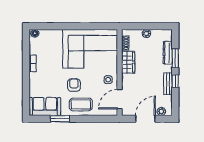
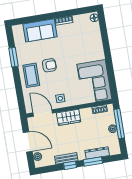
window: (142, 26) -> (119, 124), added
corner sofa: (90, 49) -> (94, 82), width x0.73, depth x0.74
wardrobe: (128, 62) -> (69, 117), moved
sofa: (45, 106) -> (40, 30), moved, turned 90

